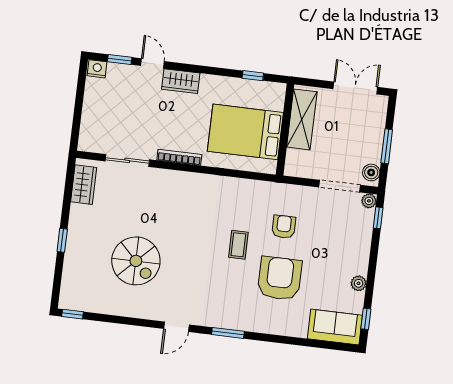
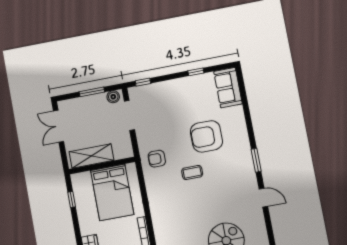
plant: (369, 201) -> (133, 92), removed
armchair: (284, 227) -> (157, 159), moved
plant: (359, 283) -> (192, 81), removed
window: (366, 319) -> (196, 72), moved

